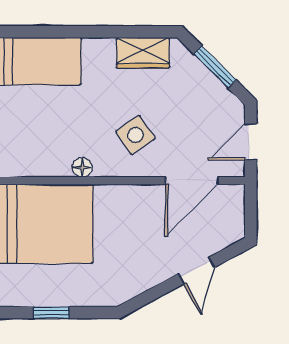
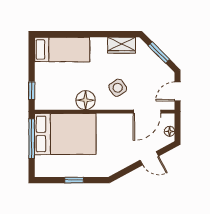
floor lamp: (82, 167) -> (86, 100), width x1.89, depth x1.89
floor lamp: (235, 219) -> (170, 131), added
door: (196, 271) -> (149, 158), hinge flipped

